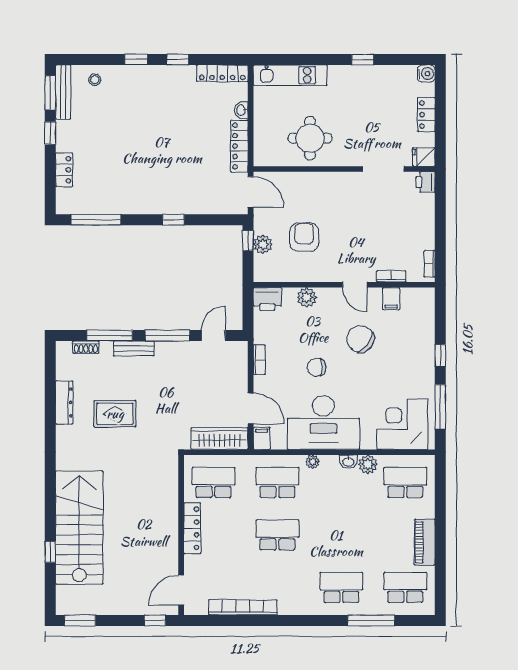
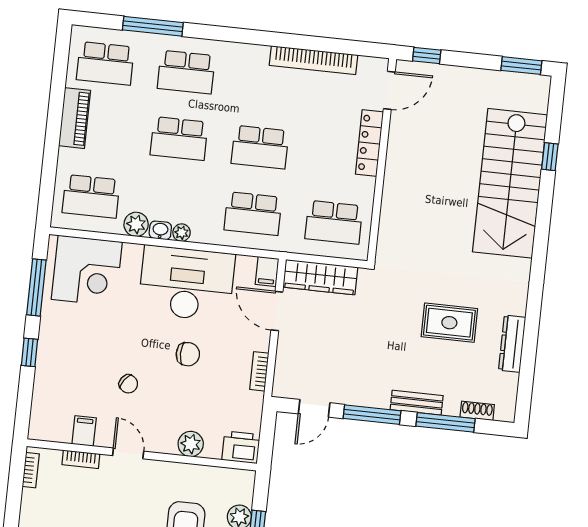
chair: (360, 339) -> (128, 384), width x0.54, depth x0.54
plant: (313, 462) -> (182, 233), moved
locker: (192, 528) -> (369, 143), moved
school desk: (341, 535) -> (179, 138), added

